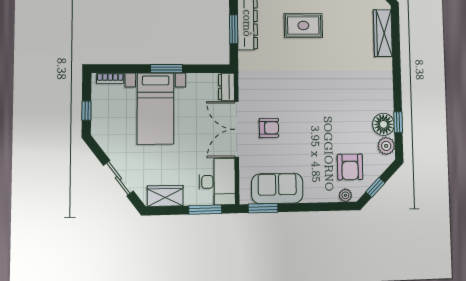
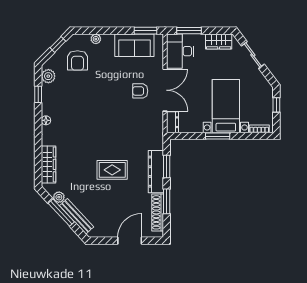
floor lamp: (383, 124) -> (46, 120), moved, width x0.53, depth x0.53
armchair: (350, 167) -> (77, 60), turned 180
plant: (345, 195) -> (96, 39), moved

